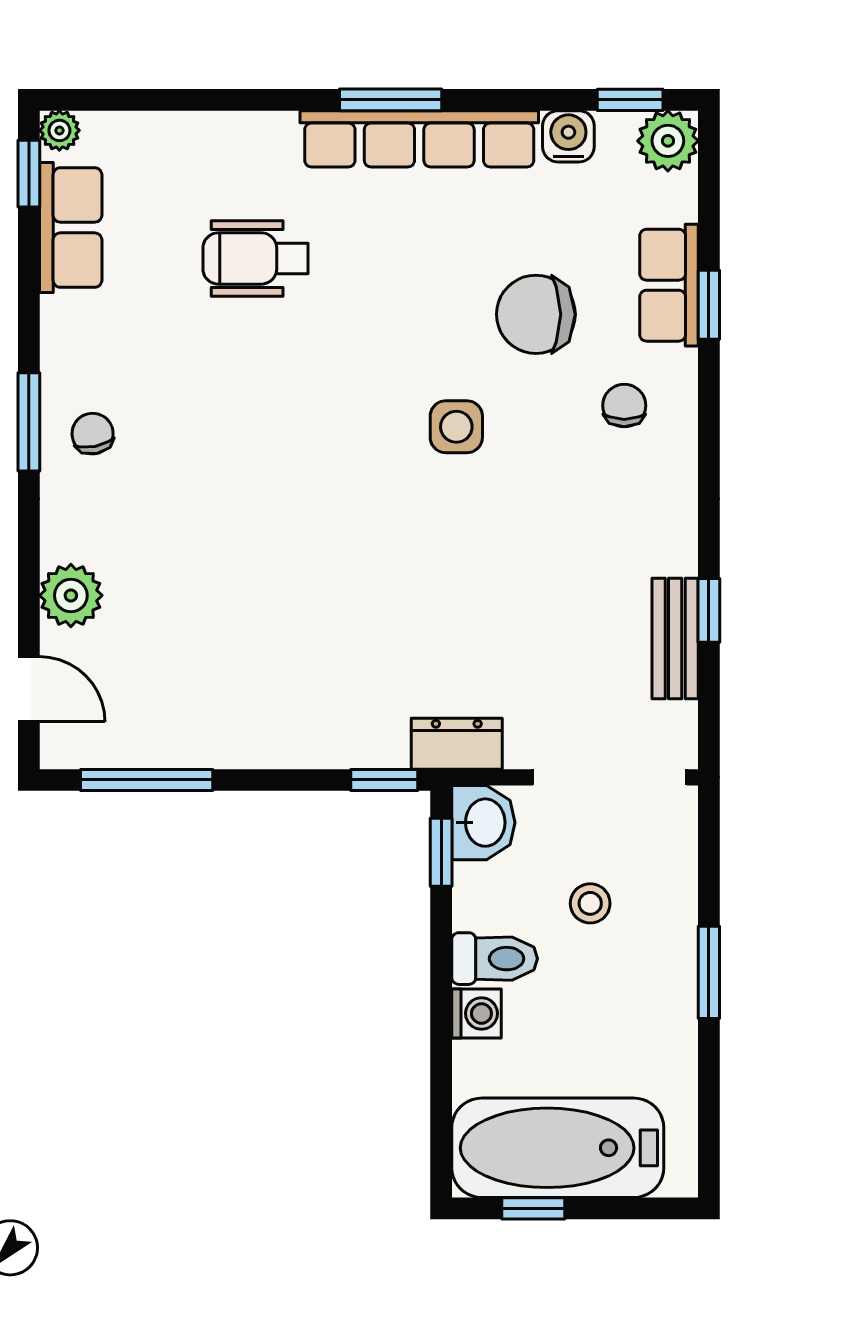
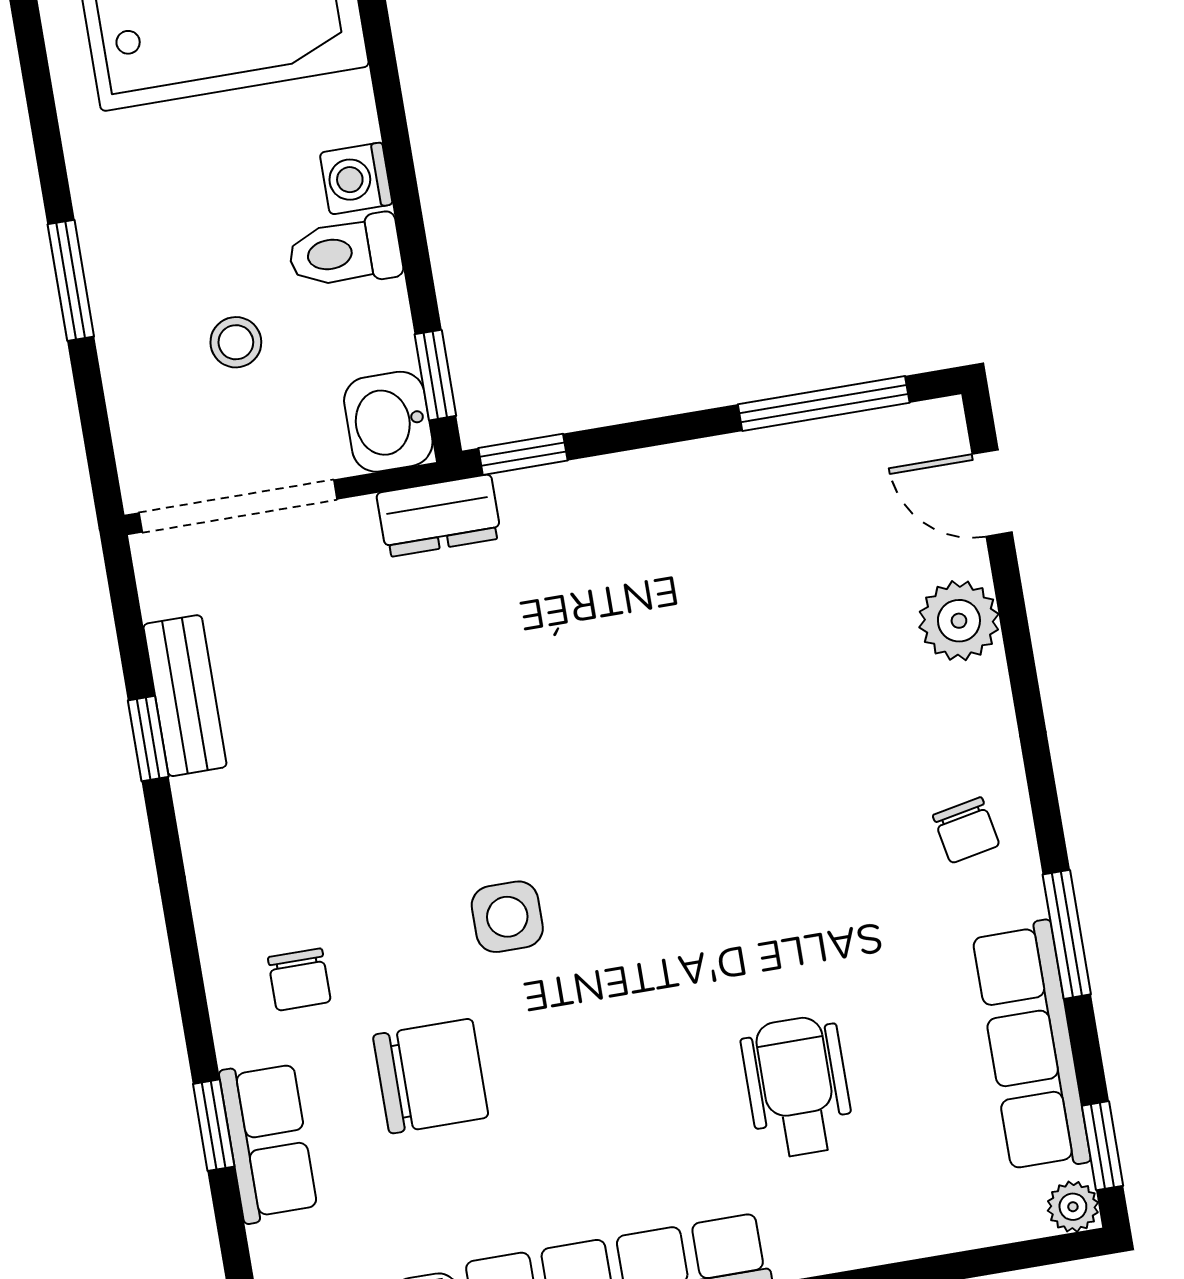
row of seats: (71, 228) -> (1031, 1047), width x1.48
wheelchair: (256, 258) -> (797, 1087), turned -90
window: (29, 422) -> (1067, 934), moved

